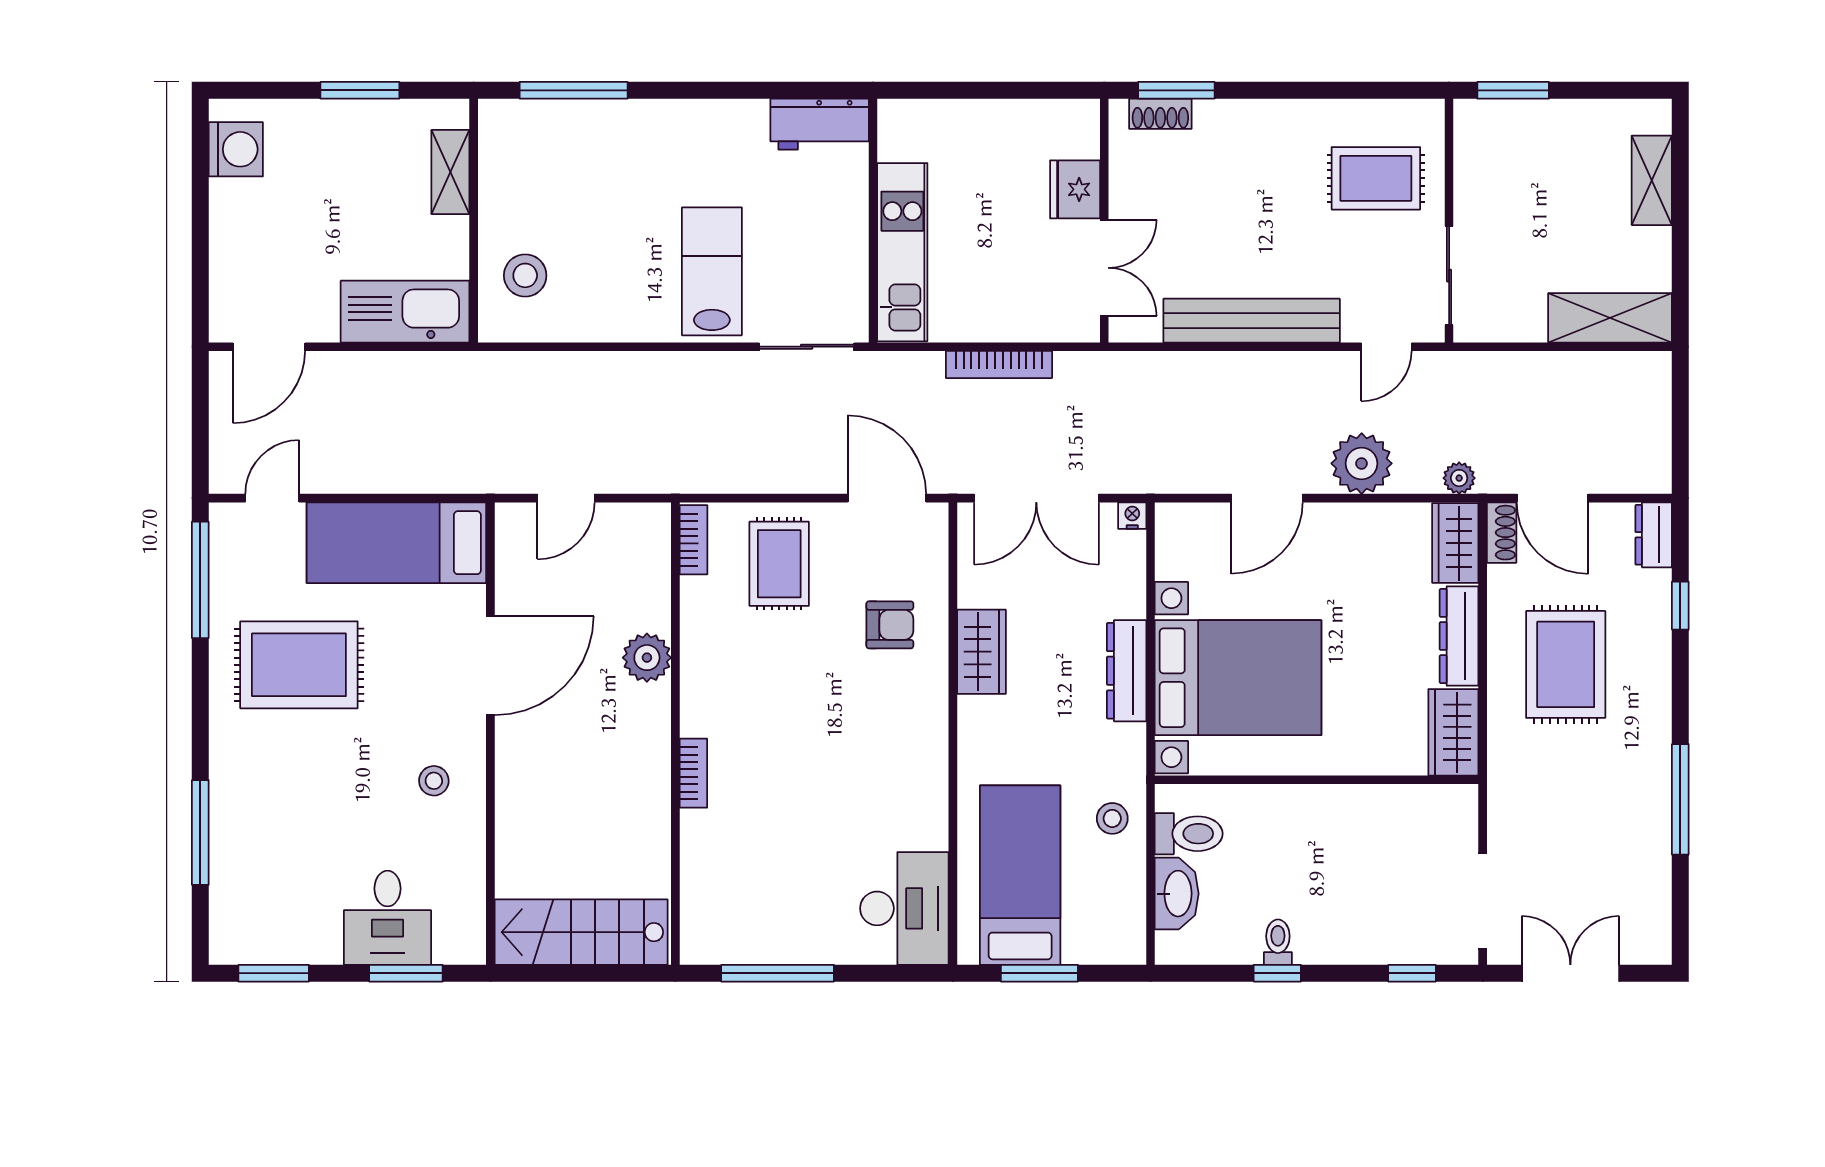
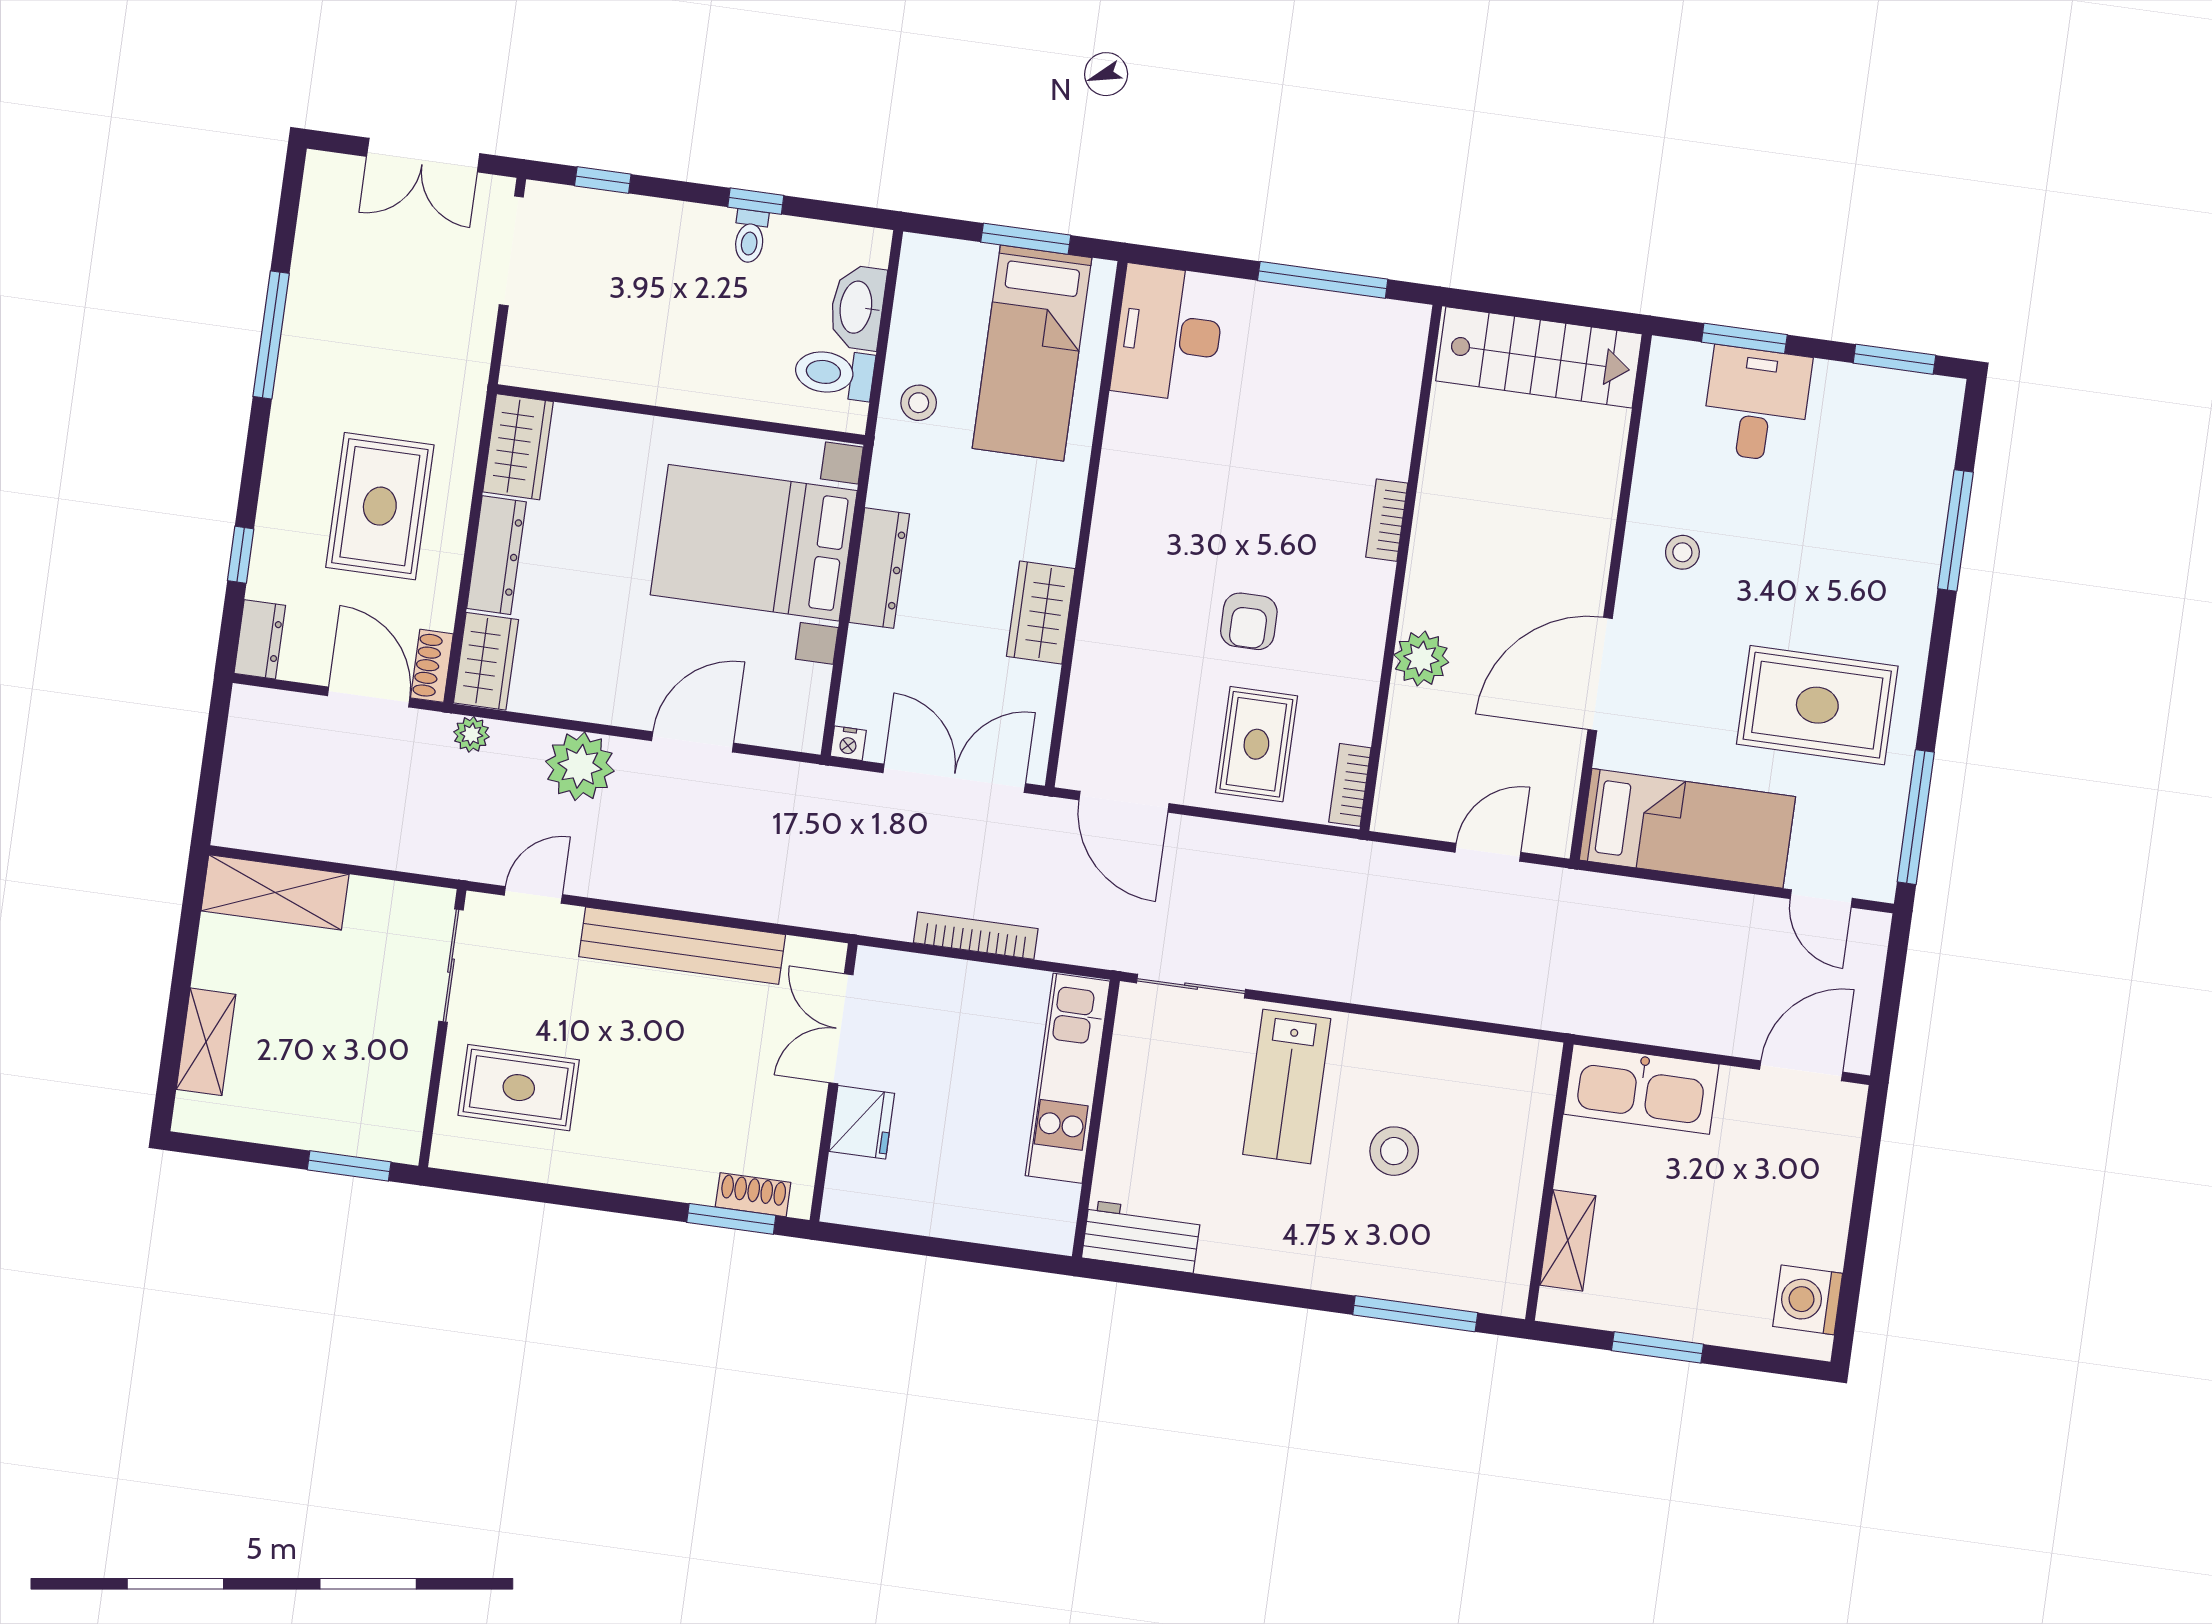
stool: (525, 275) -> (1394, 1151), moved
door: (272, 498) -> (1821, 898), hinge flipped
armchair: (890, 625) -> (1249, 621), moved, turned -90

